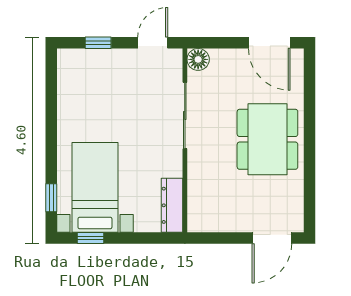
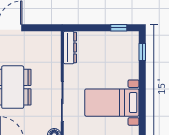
bed with nightstands: (95, 187) -> (112, 103), moved, turned 90

